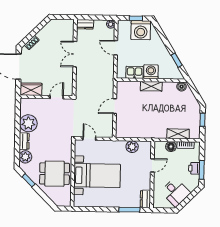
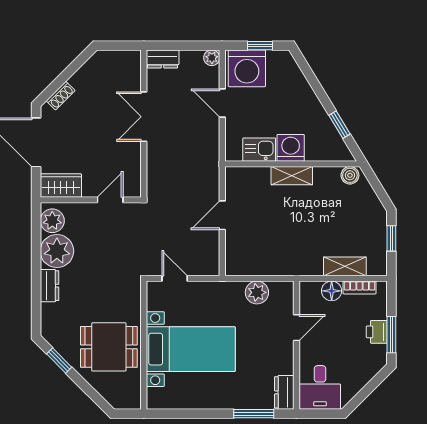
washing machine: (141, 30) -> (247, 68), moved
plant: (25, 157) -> (52, 221), moved
desk: (175, 192) -> (320, 387), moved, turned 45

